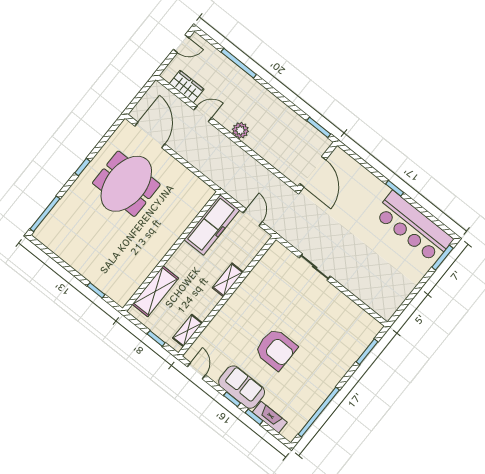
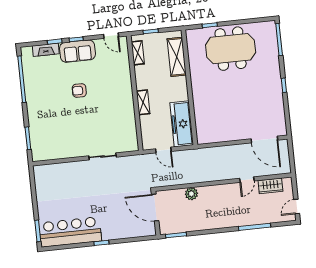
plant: (240, 130) -> (191, 194), moved
meeting table: (126, 184) -> (231, 49), moved, turned 90
armchair: (276, 349) -> (79, 91), width x0.53, depth x0.53

